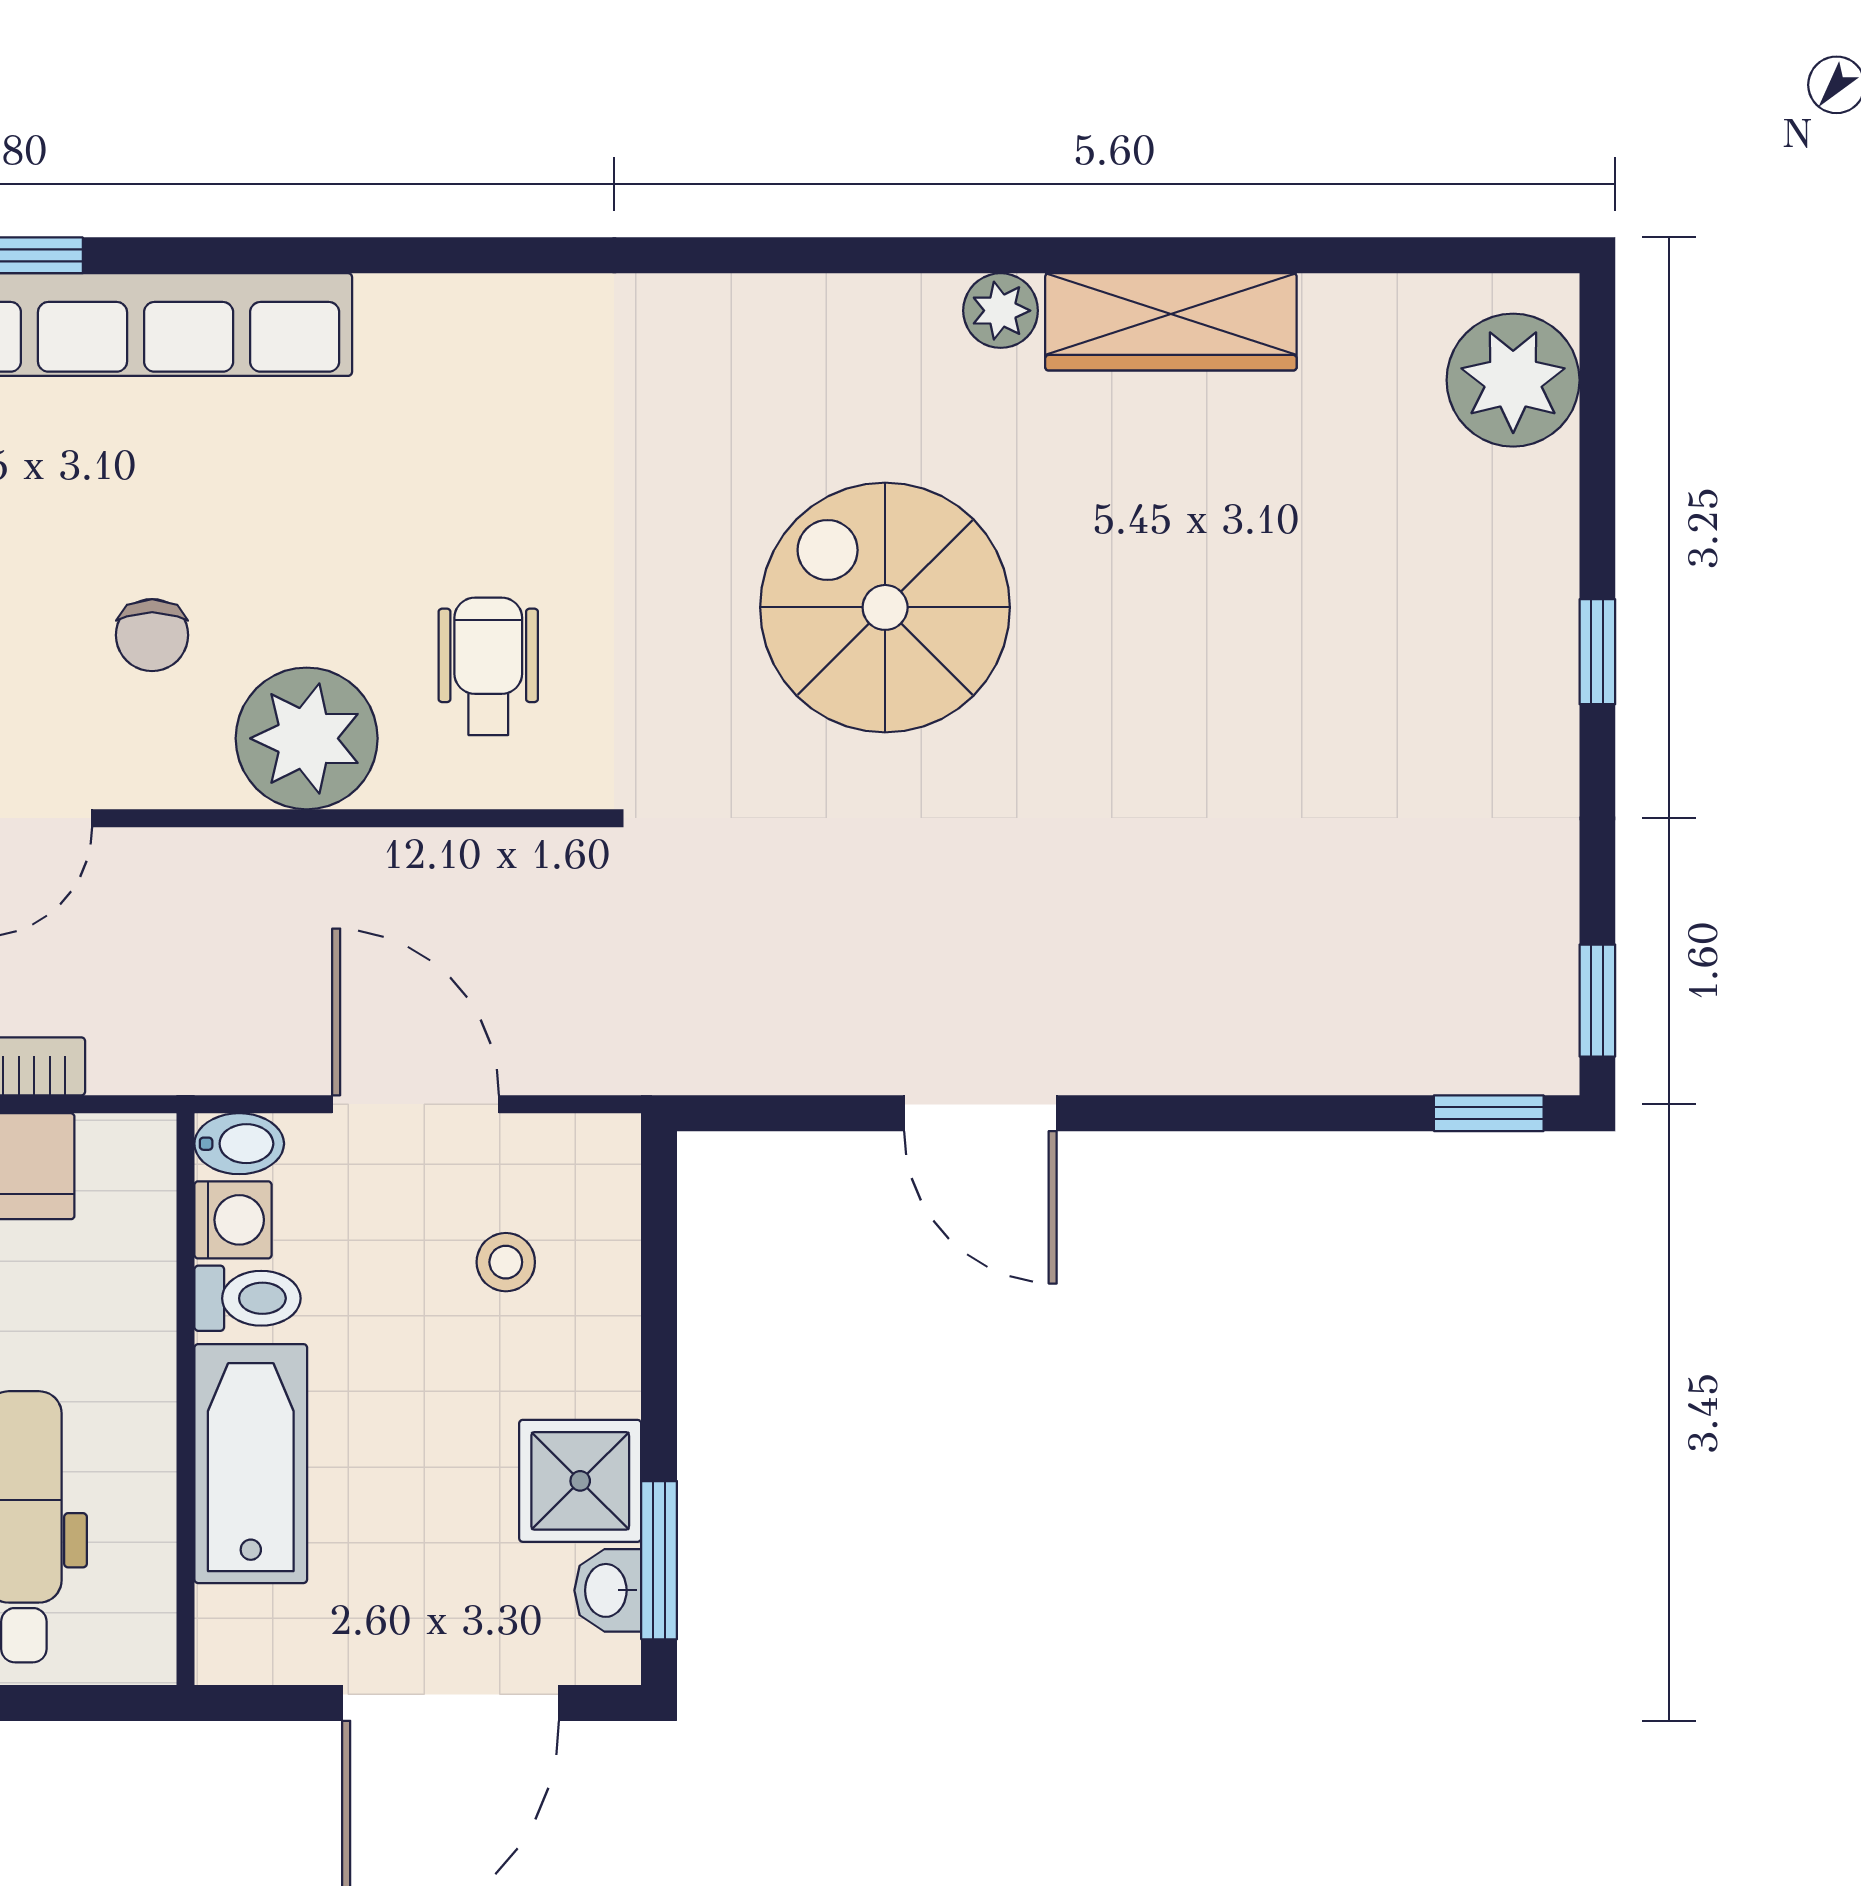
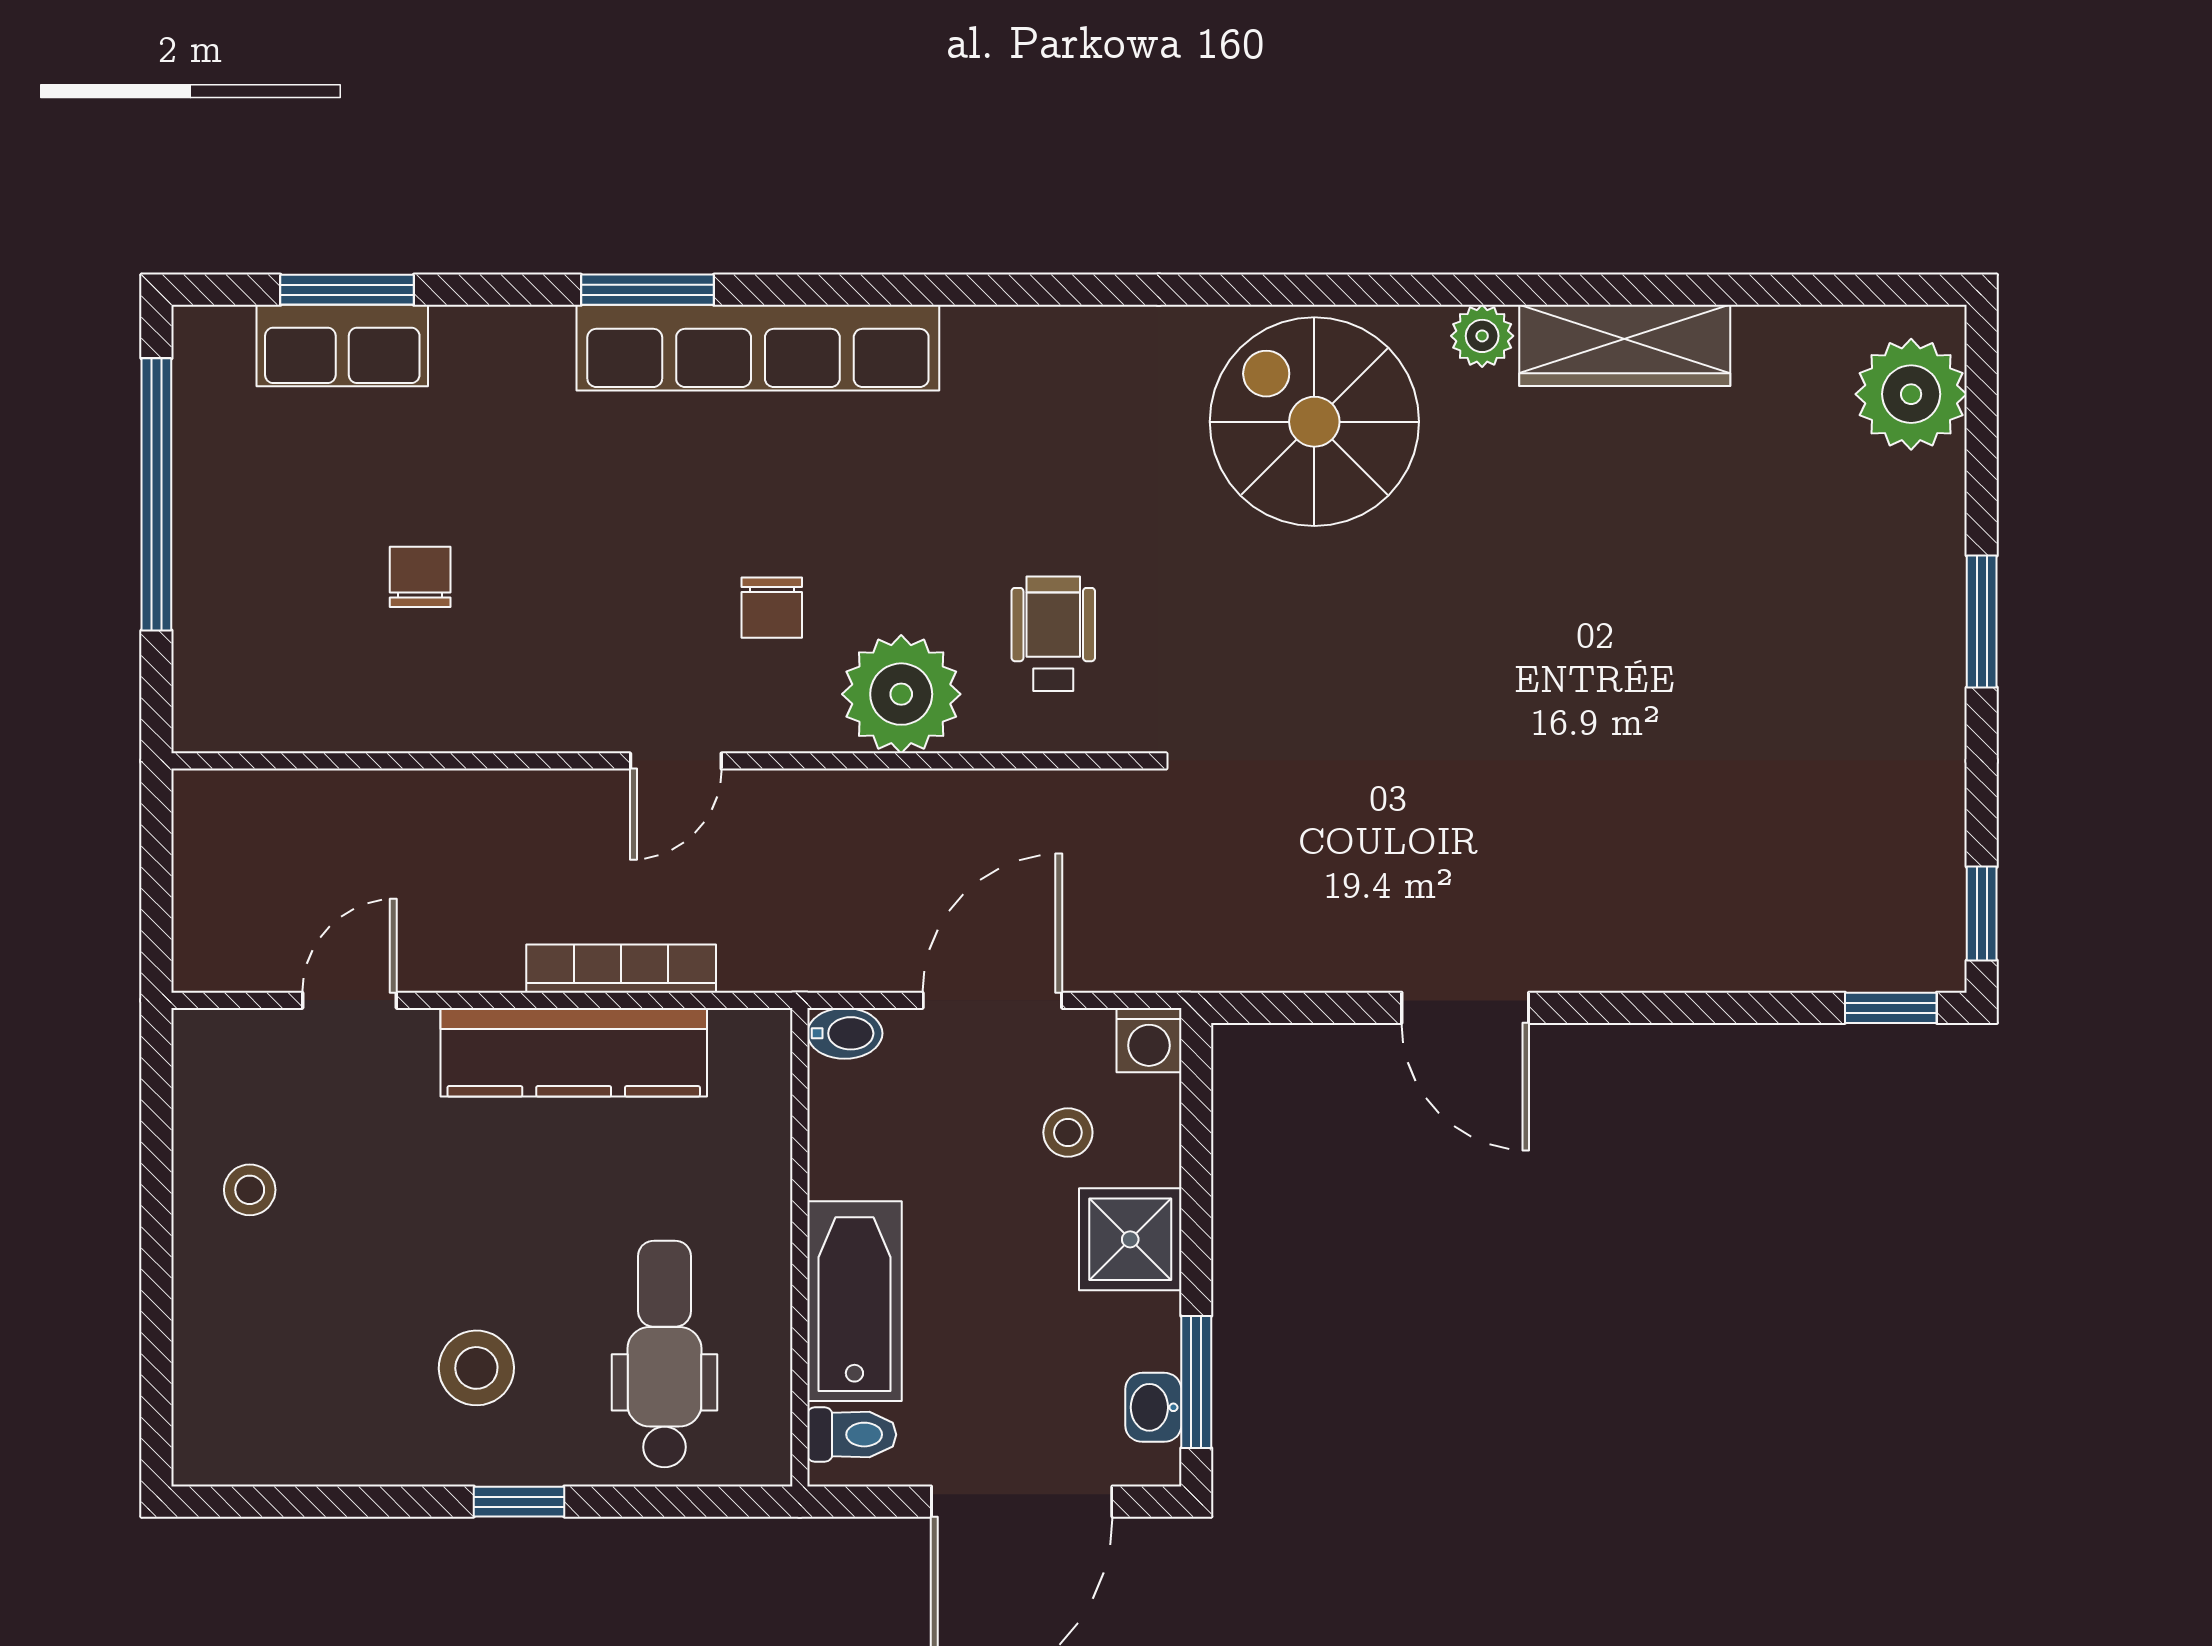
spiral stairs: (885, 607) -> (1314, 422), moved
window: (1597, 652) -> (1982, 621), width x1.50
door: (416, 1104) -> (992, 1000), hinge flipped
washing machine: (233, 1220) -> (1149, 1040), moved, turned 90
toilet: (248, 1298) -> (852, 1435), moved
shower: (580, 1481) -> (1130, 1239), moved

